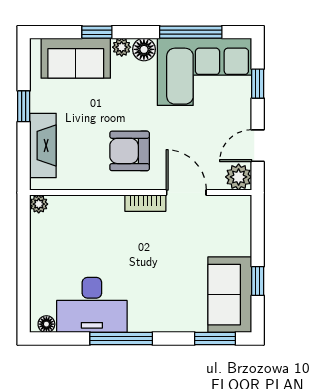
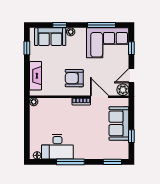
floor lamp: (144, 49) -> (81, 33), removed
window: (24, 106) -> (27, 48), moved
sofa: (230, 295) -> (119, 123), moved

